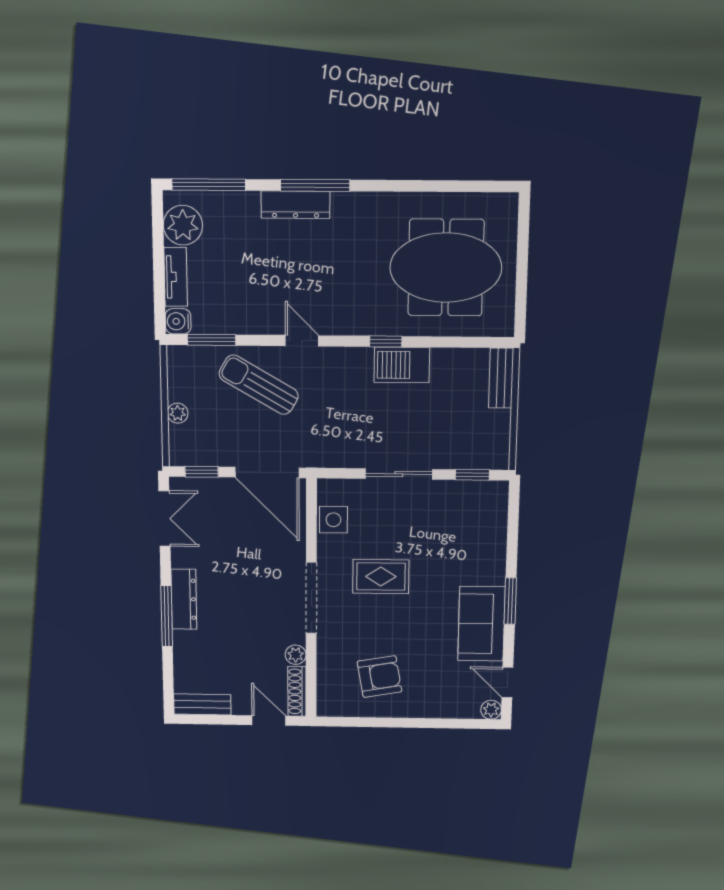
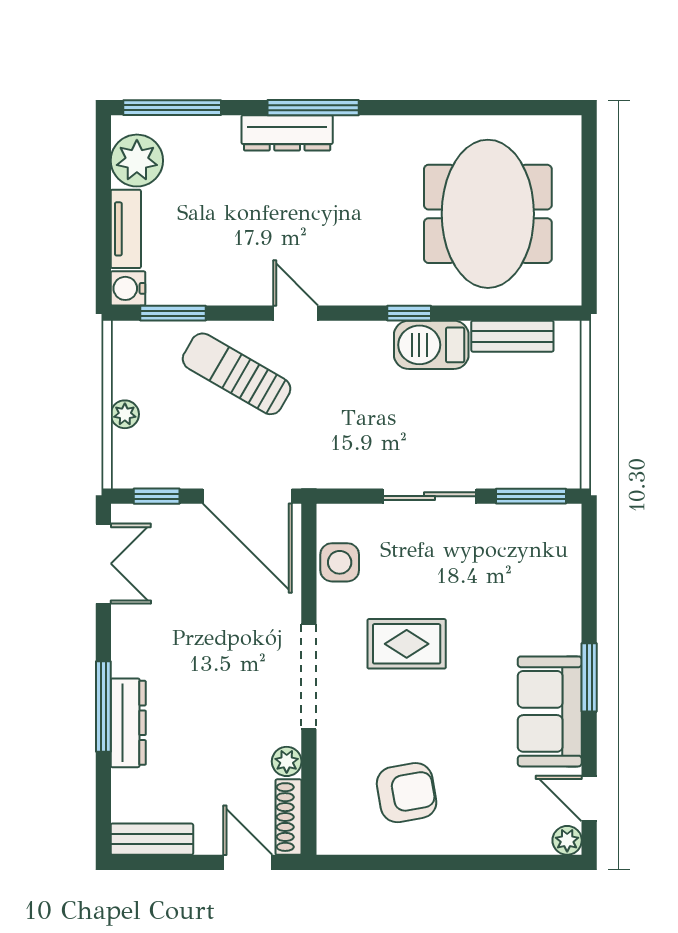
meeting table: (446, 268) -> (488, 214), turned 90
bench: (501, 378) -> (512, 336), moved, turned 90
window: (472, 475) -> (531, 496), width x1.50
dresser: (184, 599) -> (128, 723), moved

